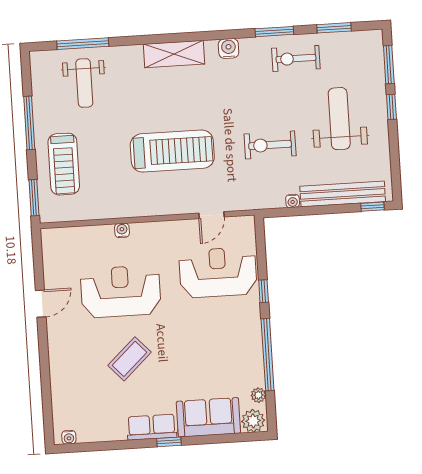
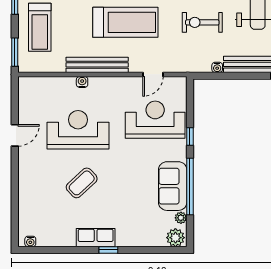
bench: (140, 207) -> (97, 65), added
sofa: (208, 417) -> (173, 186), moved, turned -90

